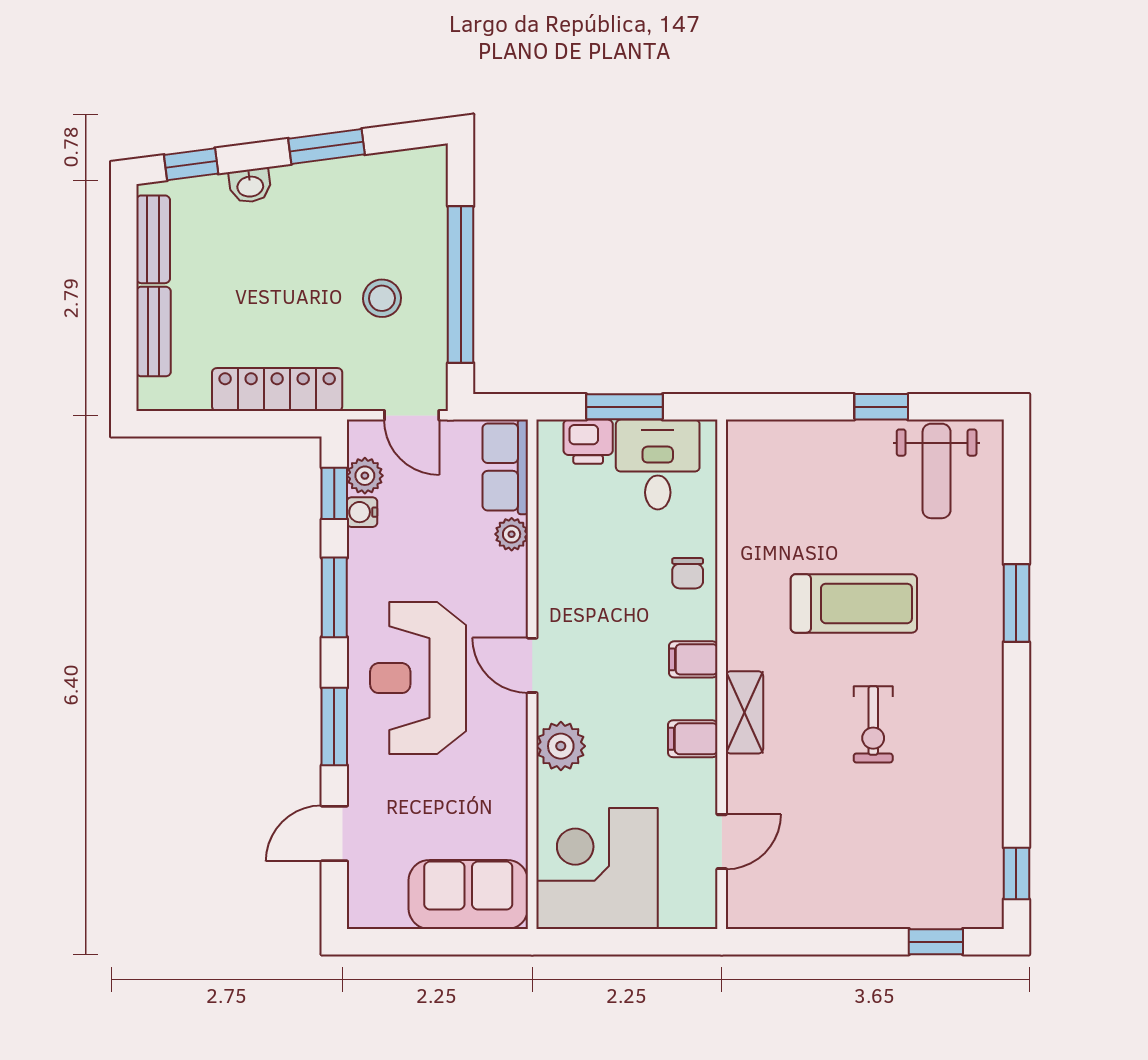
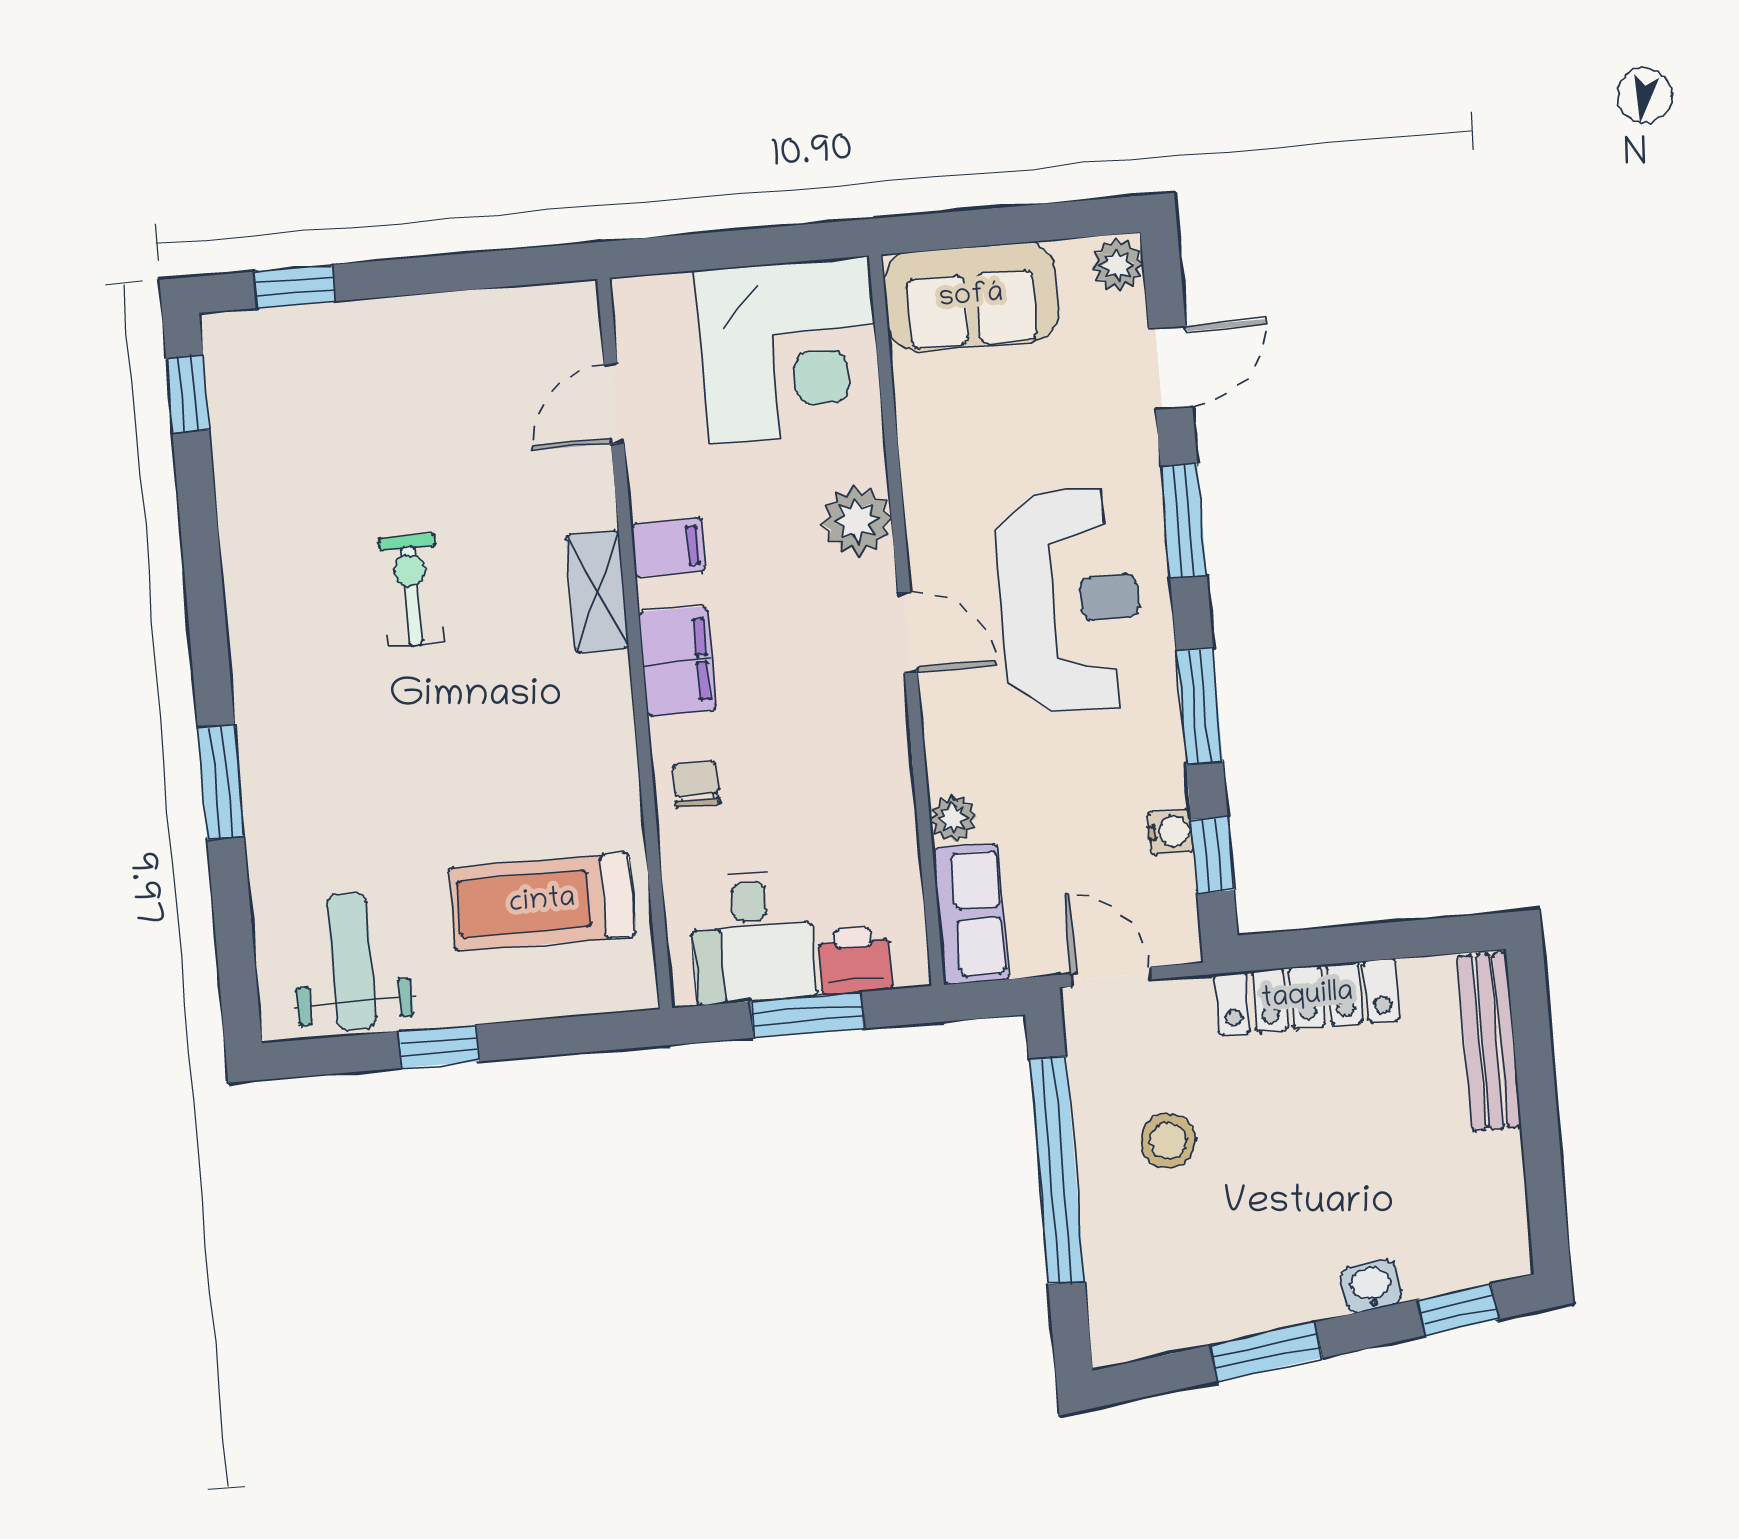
bench: (153, 239) -> (1503, 1197), removed
bench: (153, 332) -> (1489, 1042), width x1.36
plant: (365, 476) -> (1118, 265), moved
treadmill: (854, 603) -> (542, 902), moved
filing cabinet: (693, 659) -> (677, 661), width x2.00

